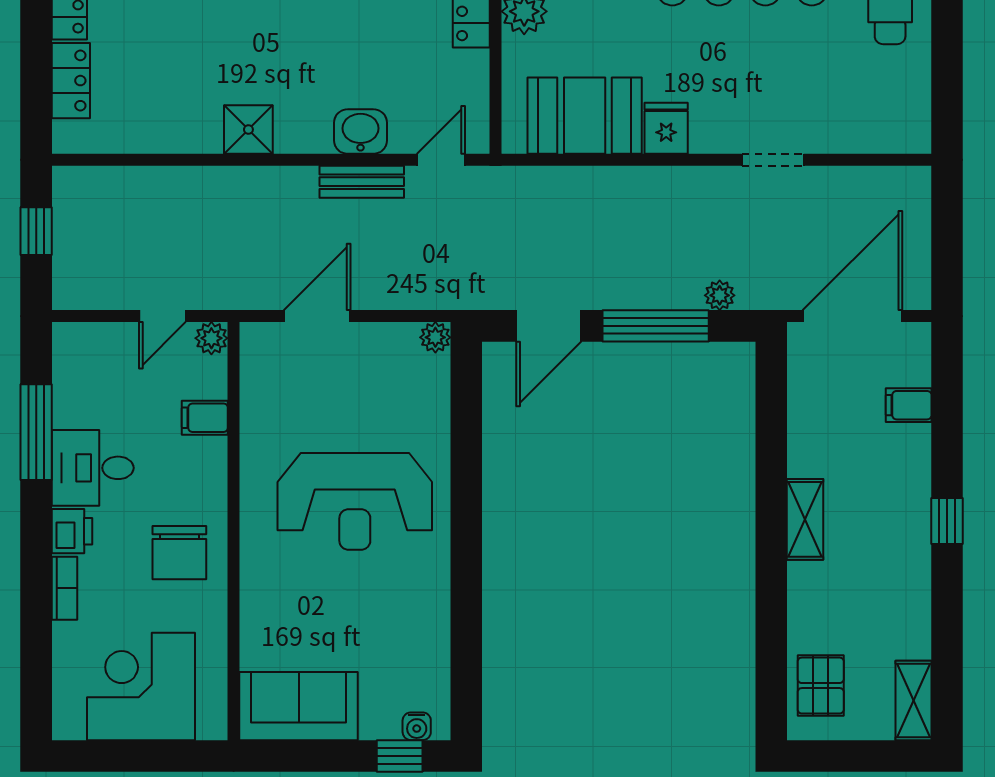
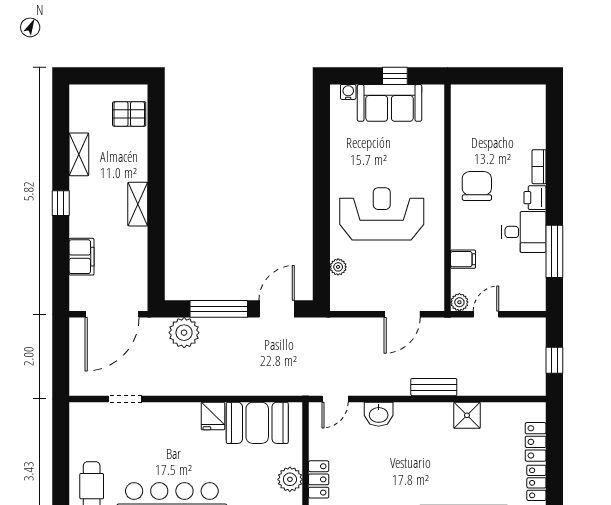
shower: (248, 130) -> (467, 415), moved
doorway: (773, 160) -> (125, 399), moved
bench: (362, 182) -> (434, 387), moved
plant: (720, 295) -> (184, 333), width x1.87, depth x1.87
plant: (435, 337) -> (338, 267), moved
filing cabinet: (909, 405) -> (82, 257), width x2.00
corner desk: (141, 686) -> (498, 114), removed
pallet: (821, 686) -> (129, 114), turned 90
shelving: (914, 701) -> (79, 154), moved
sofa: (299, 706) -> (389, 103), moved
window: (400, 756) -> (395, 76), moved

